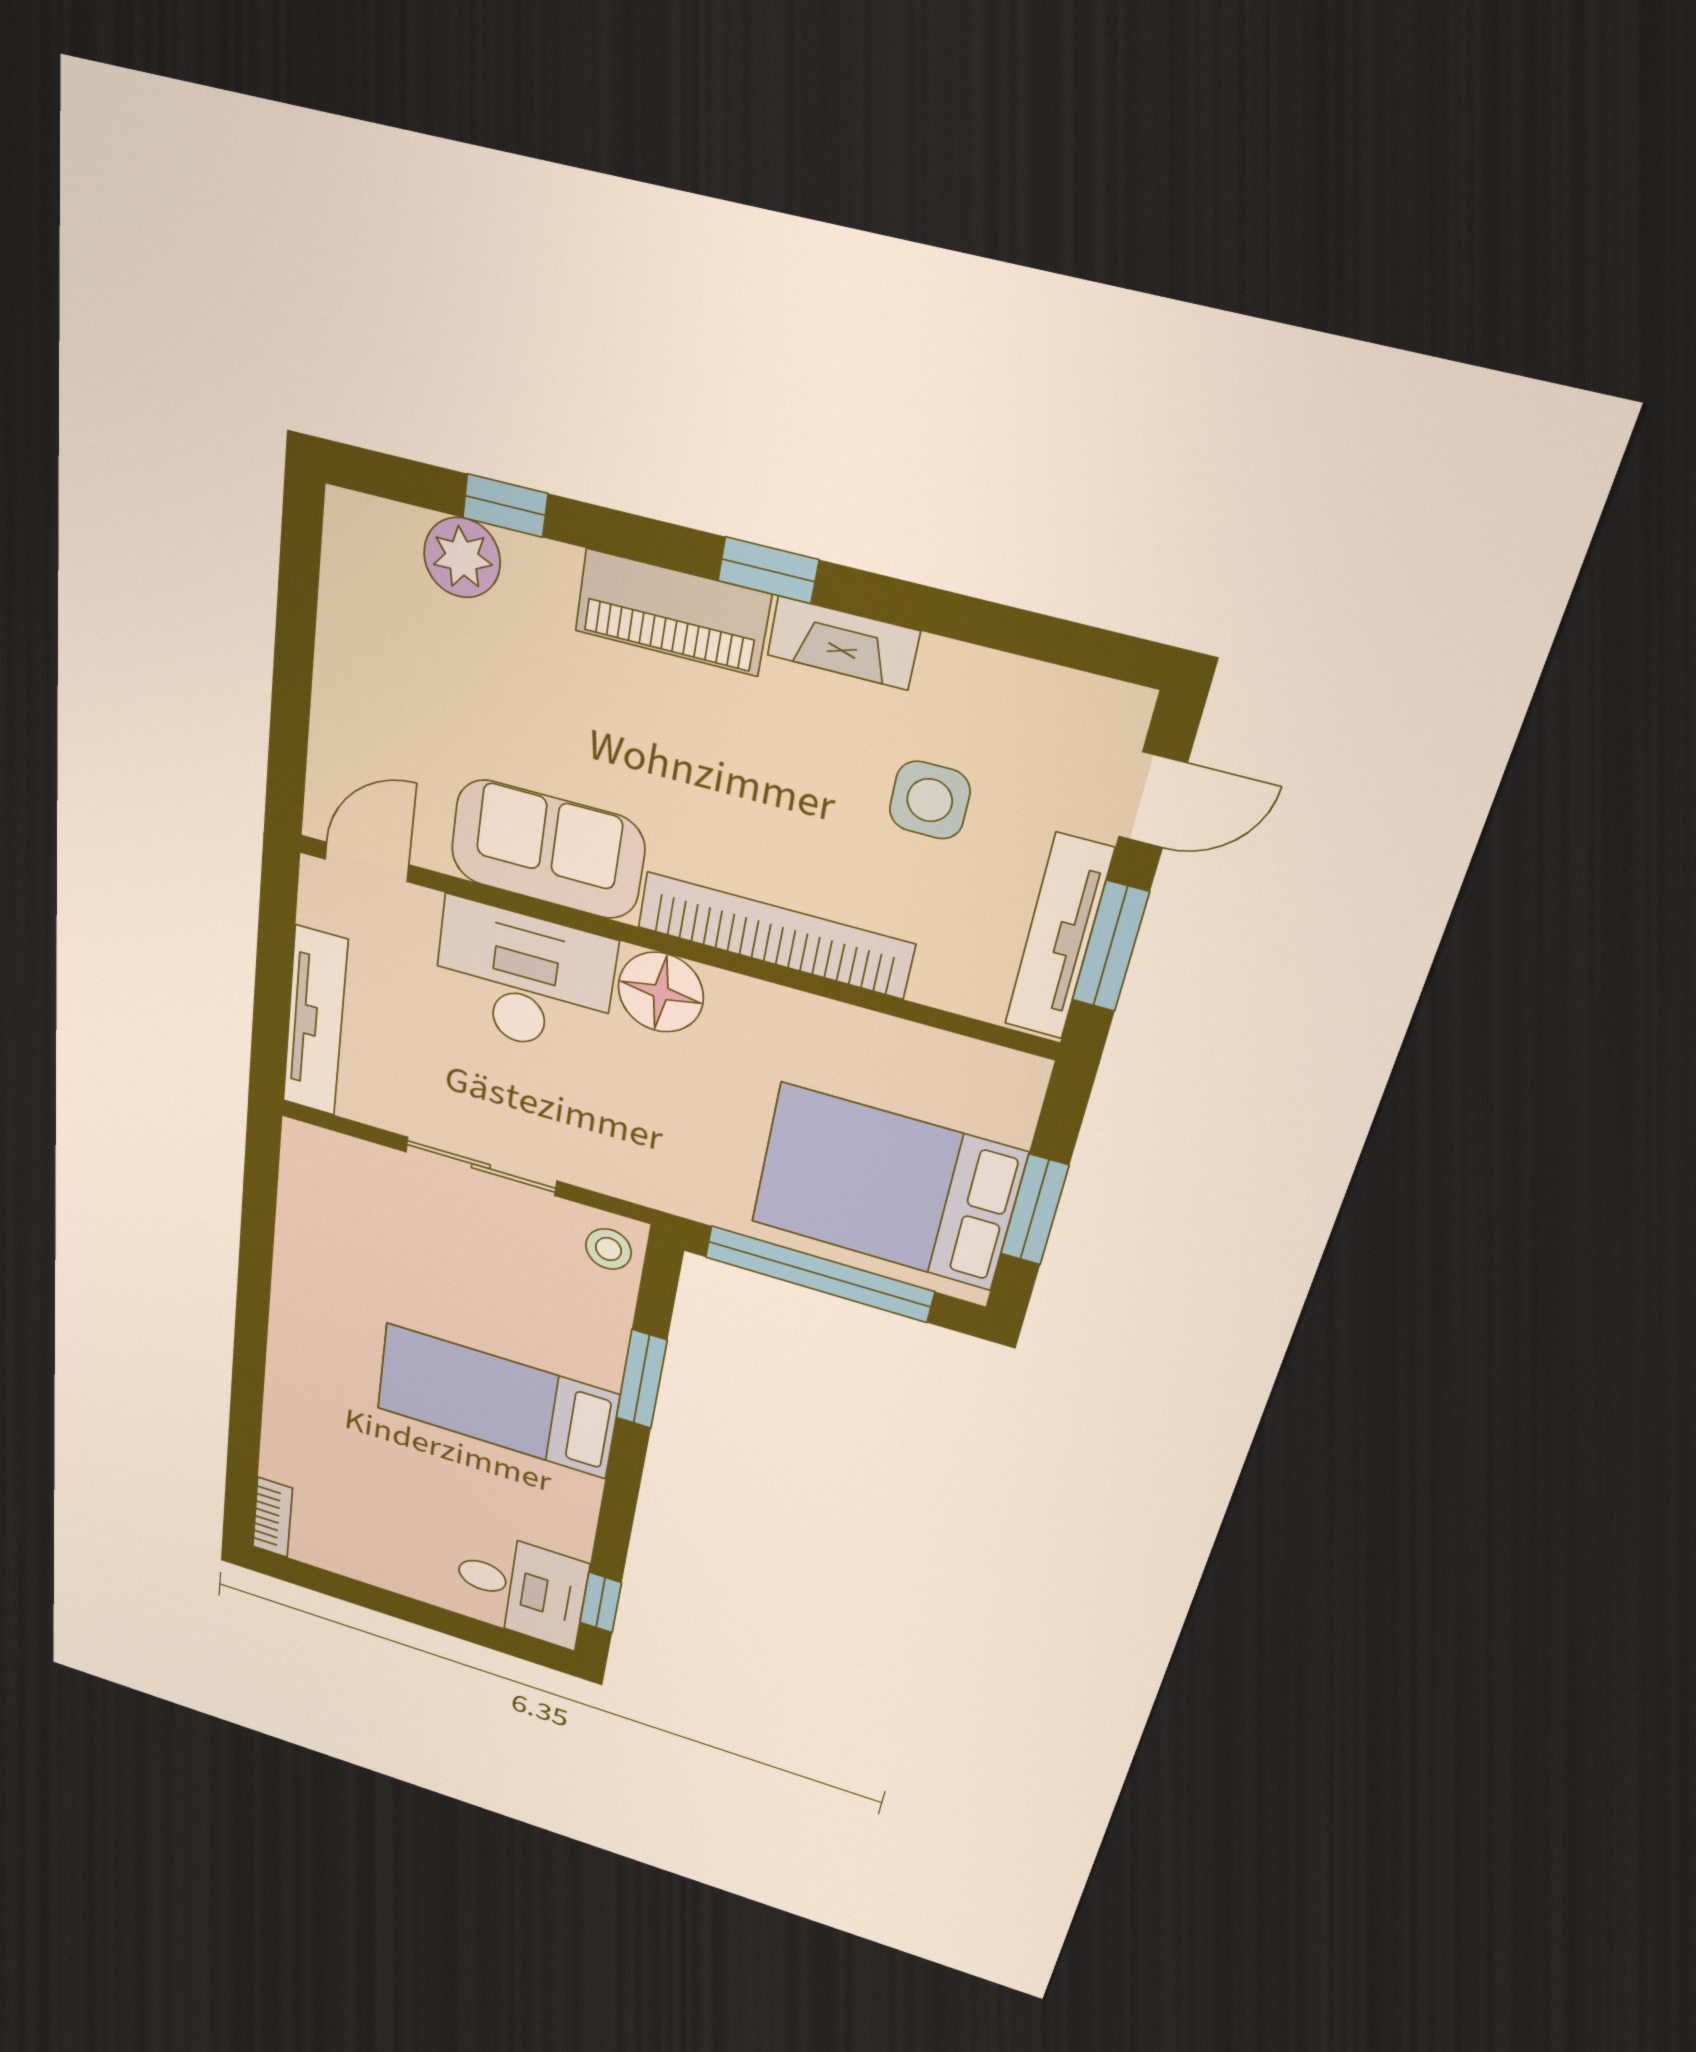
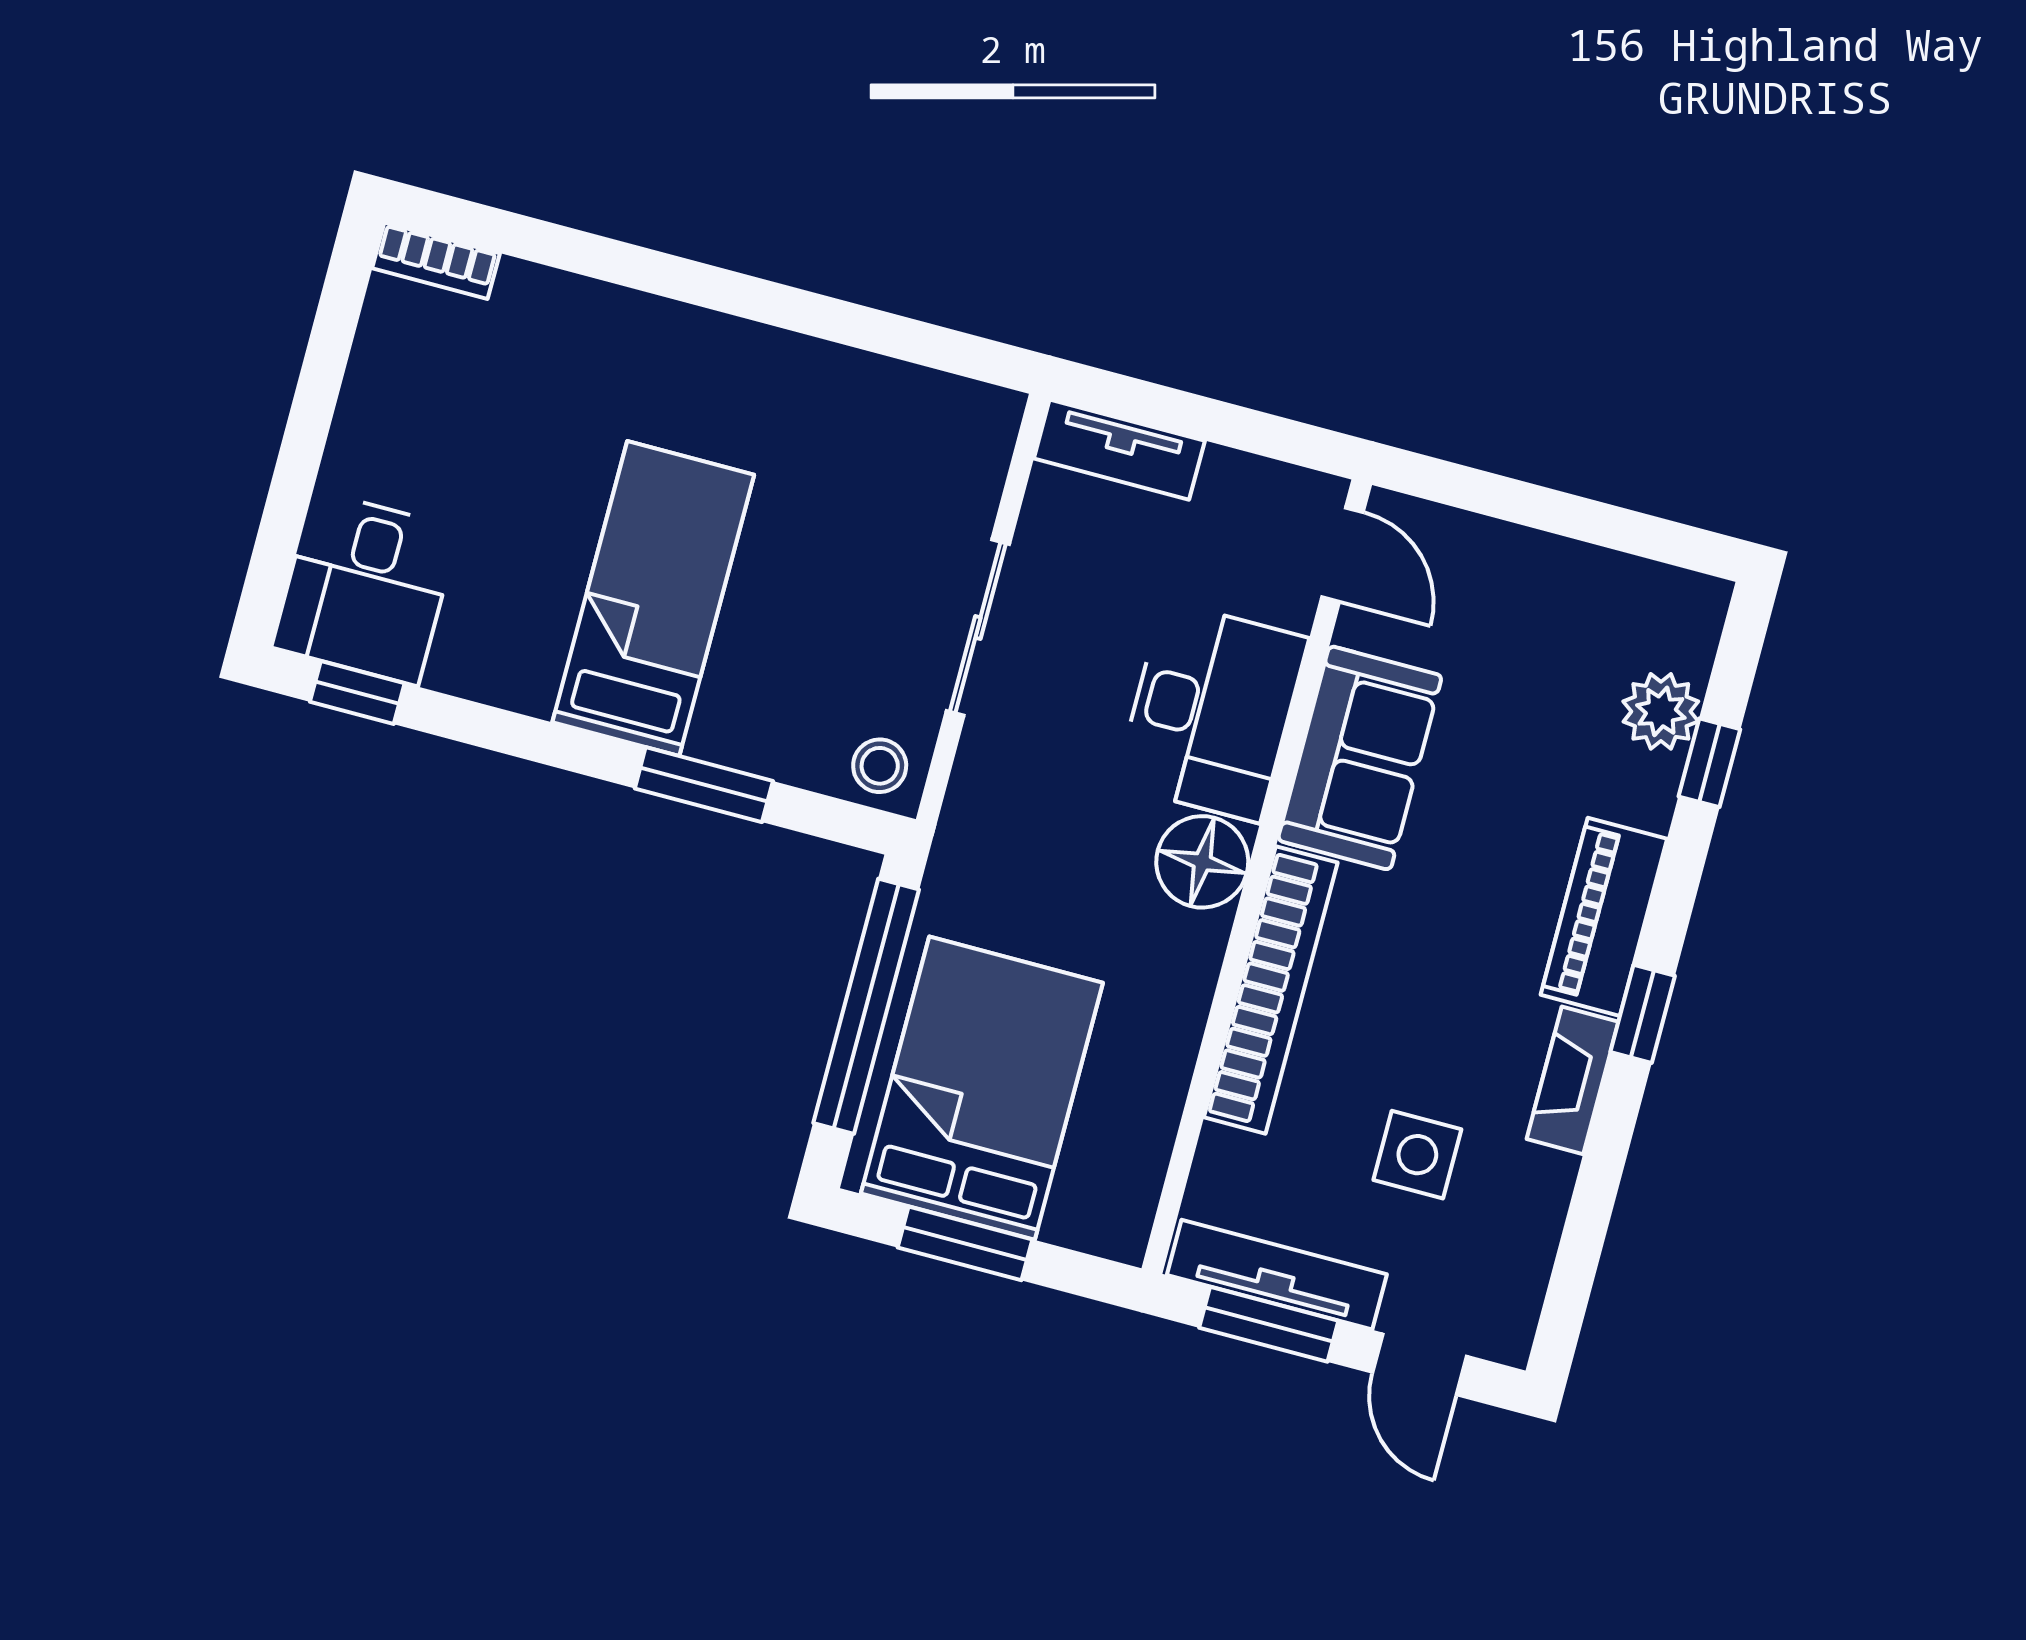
tv unit: (315, 1022) -> (1119, 450), width x0.71

